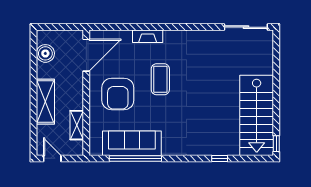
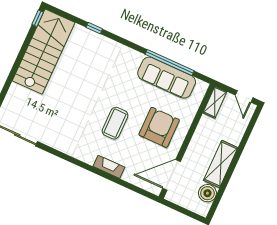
shelving: (45, 102) -> (221, 164), moved
shelving: (77, 125) -> (215, 102), moved

